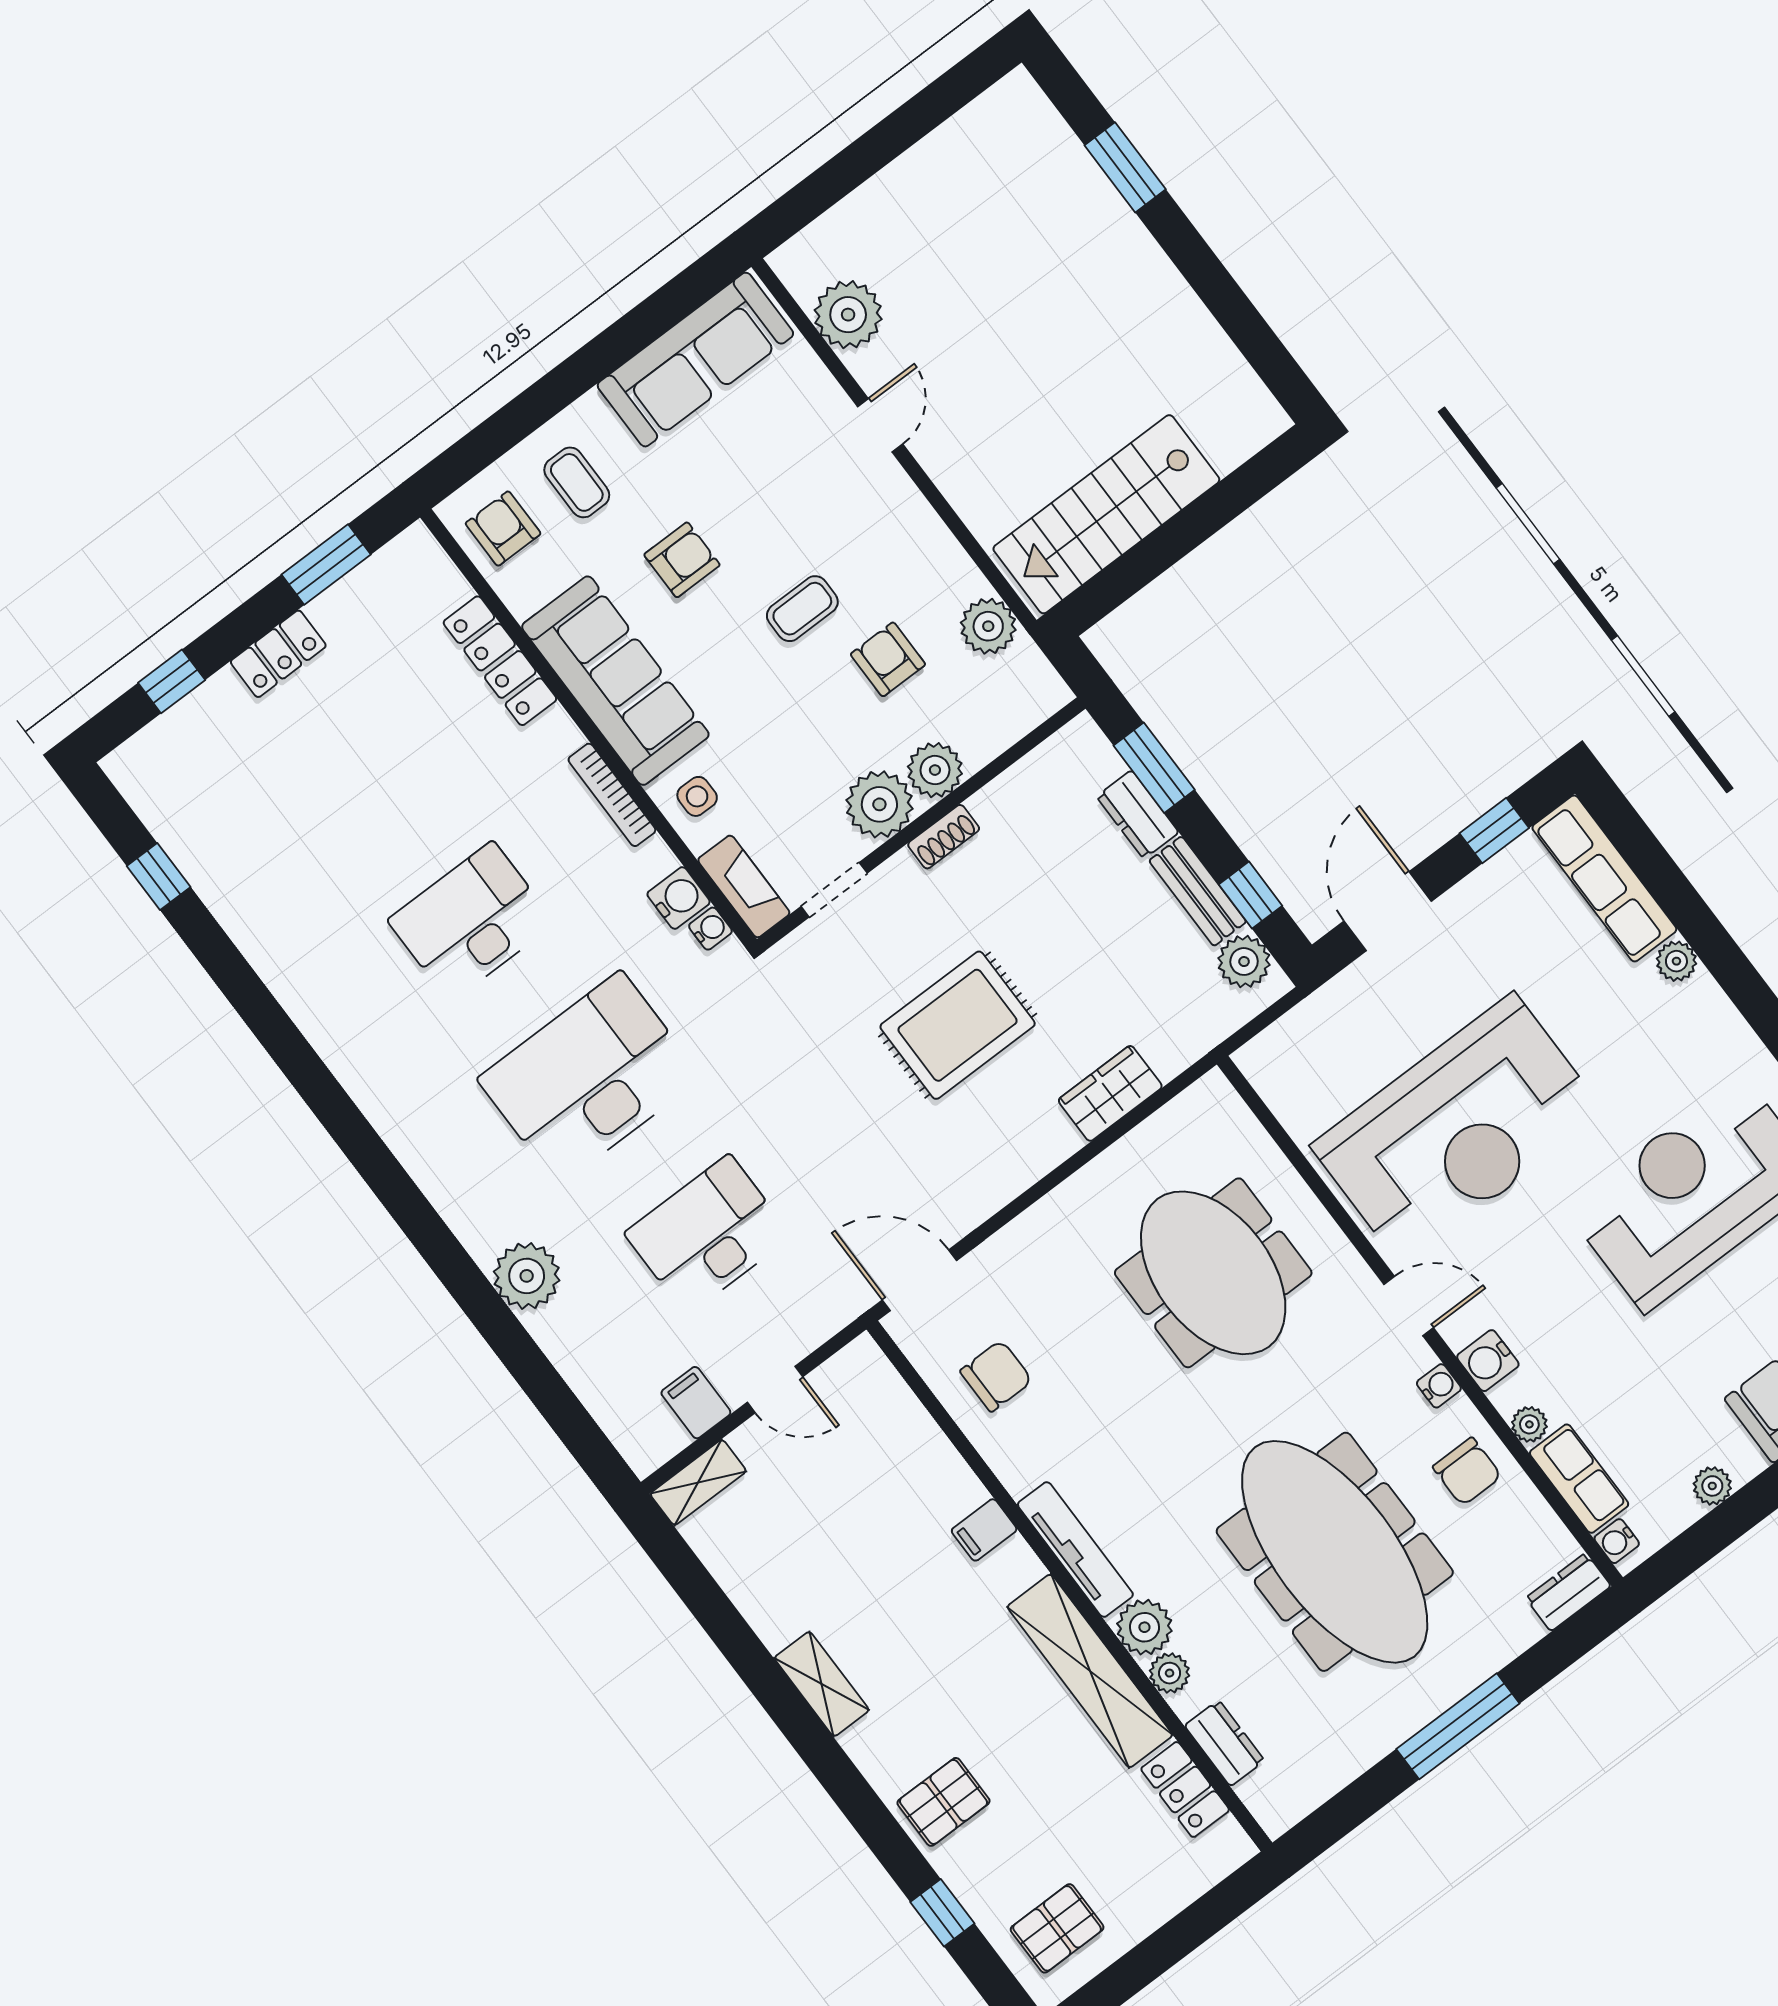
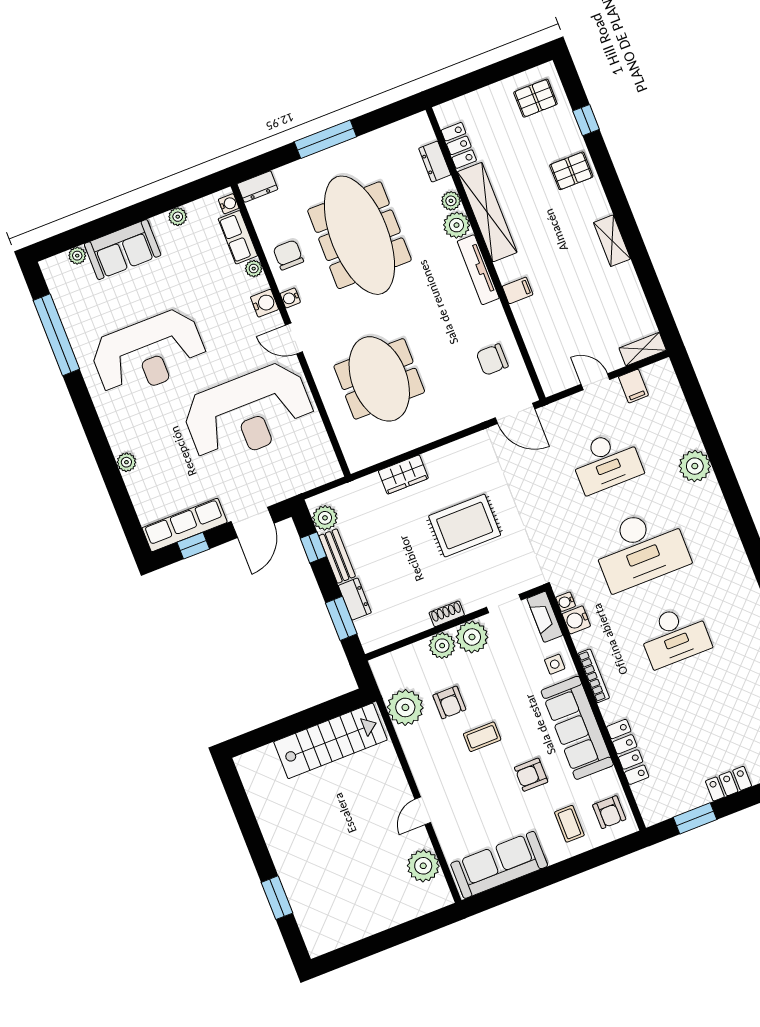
plant: (988, 626) -> (405, 707), width x1.36, depth x1.36
row of seats: (1604, 878) -> (185, 525), moved, turned -90
reception desk: (1458, 1129) -> (248, 413), turned 180

